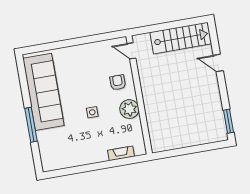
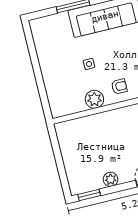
plant: (214, 98) -> (111, 179), added
fireplace: (121, 153) -> (51, 94), removed

